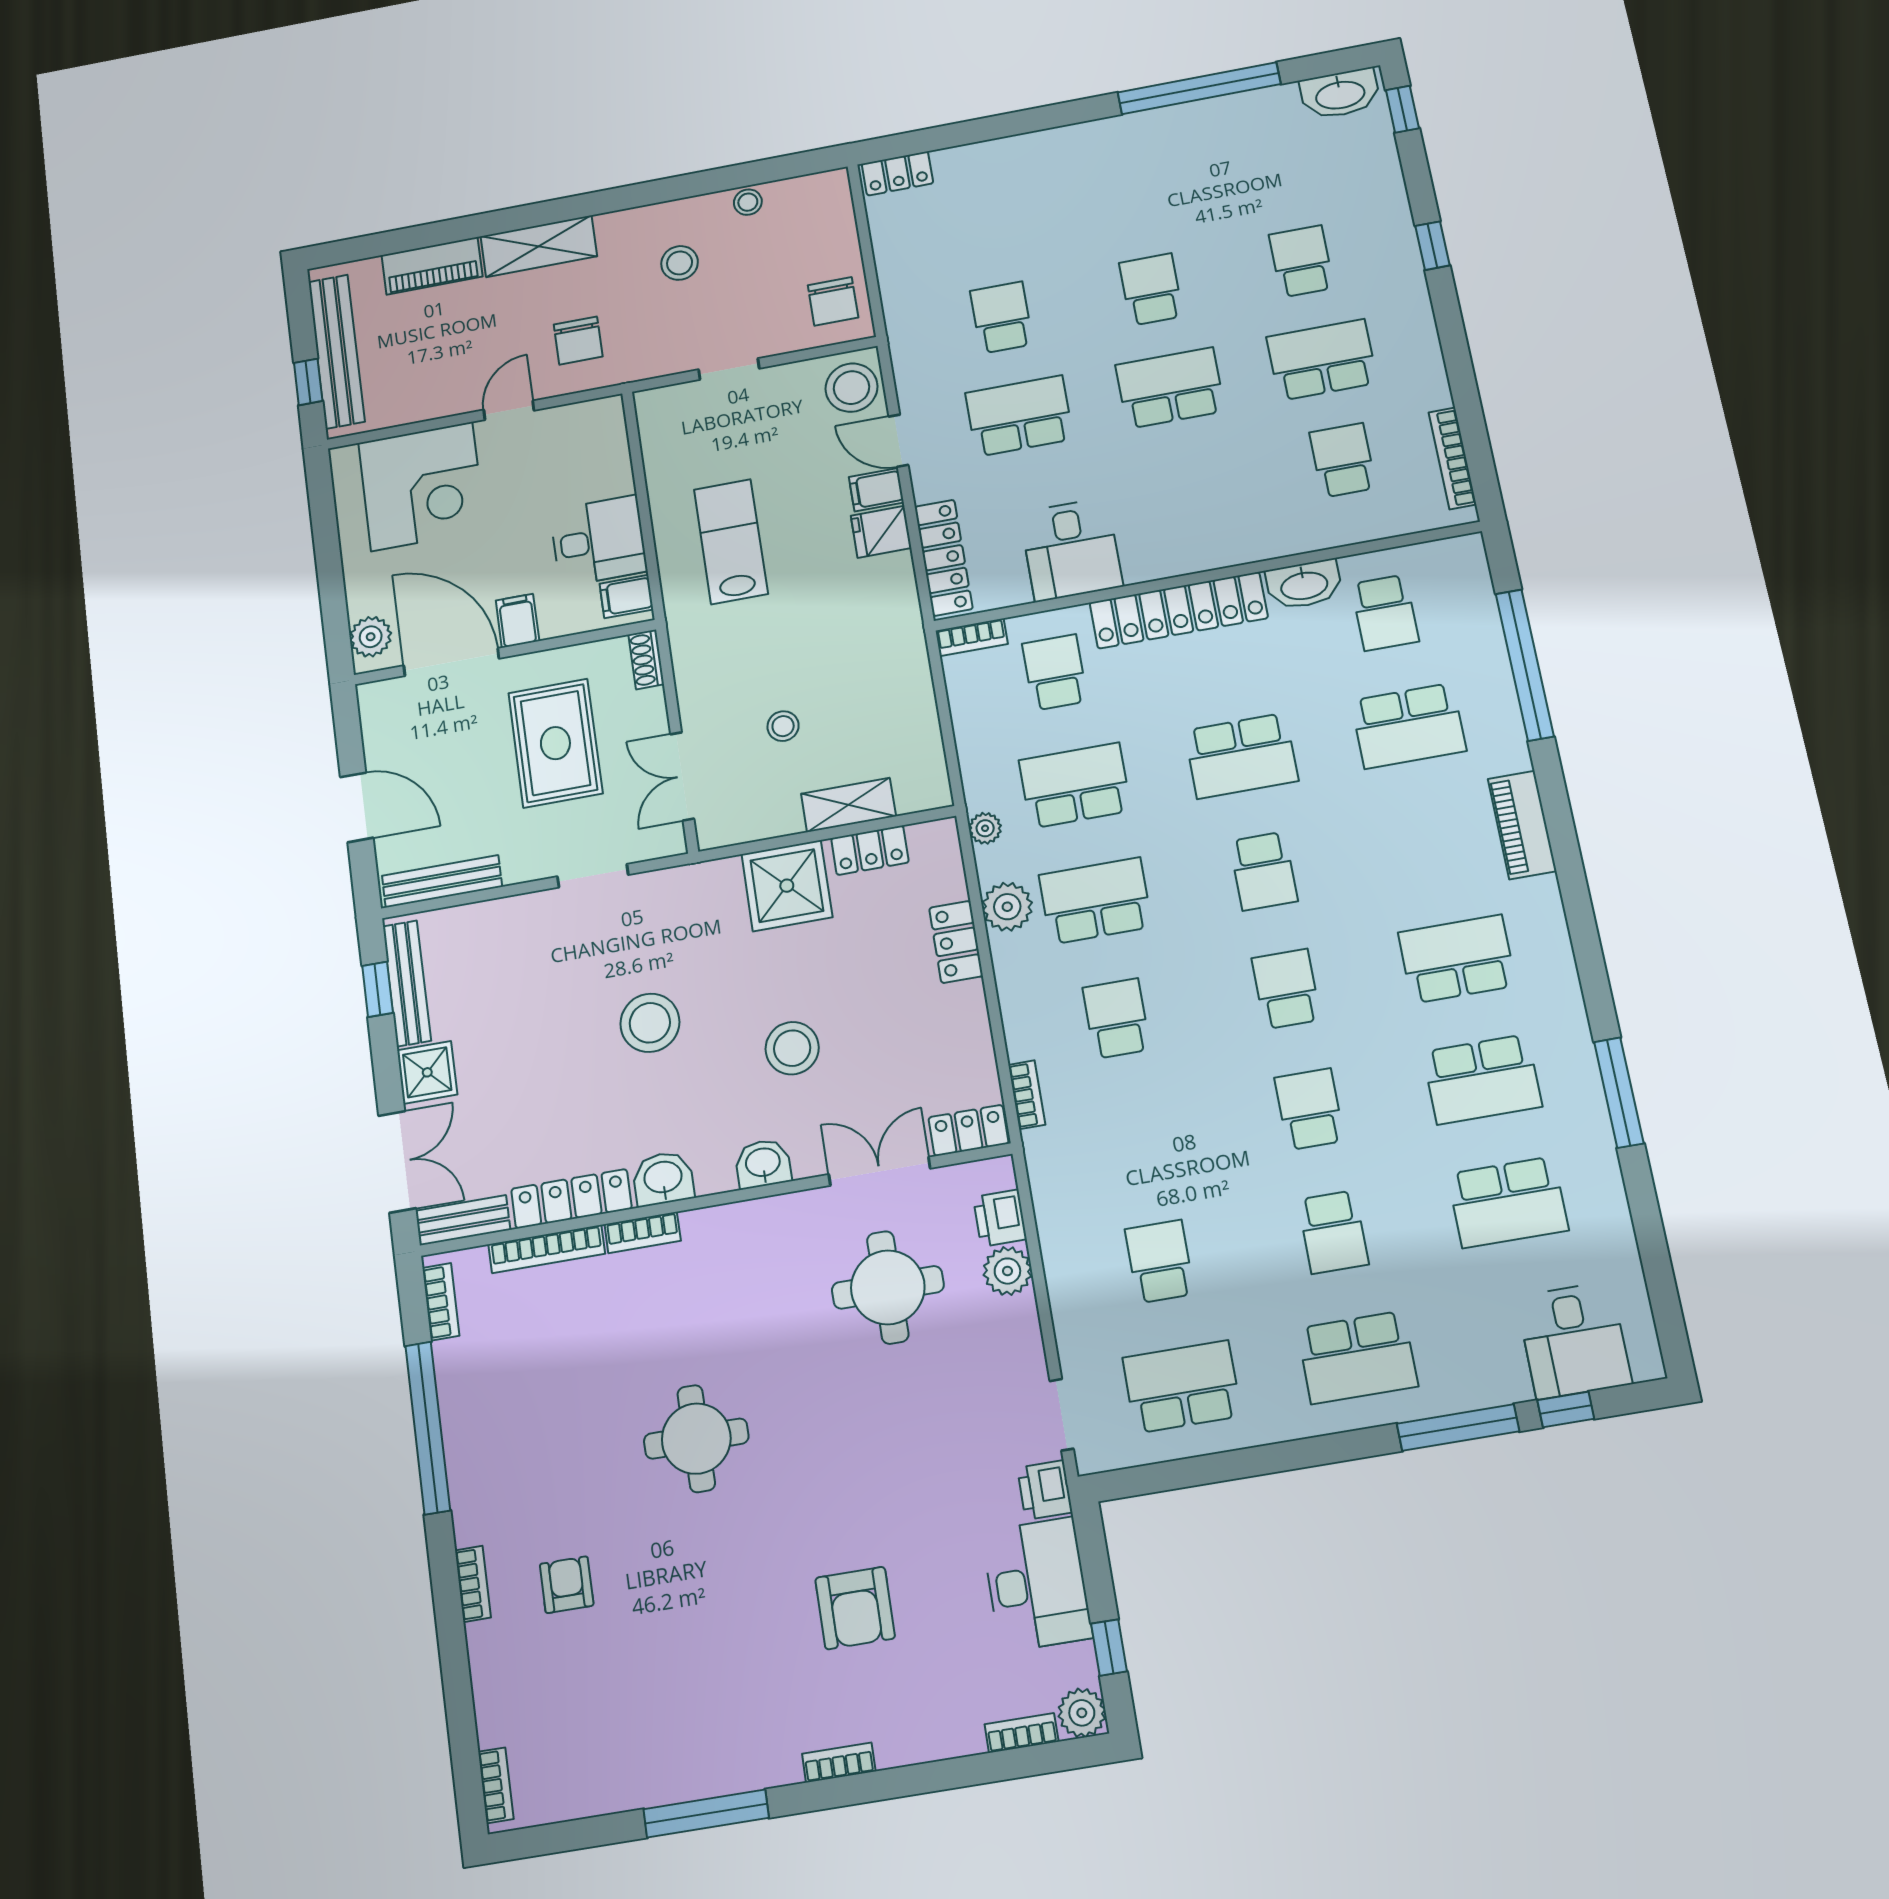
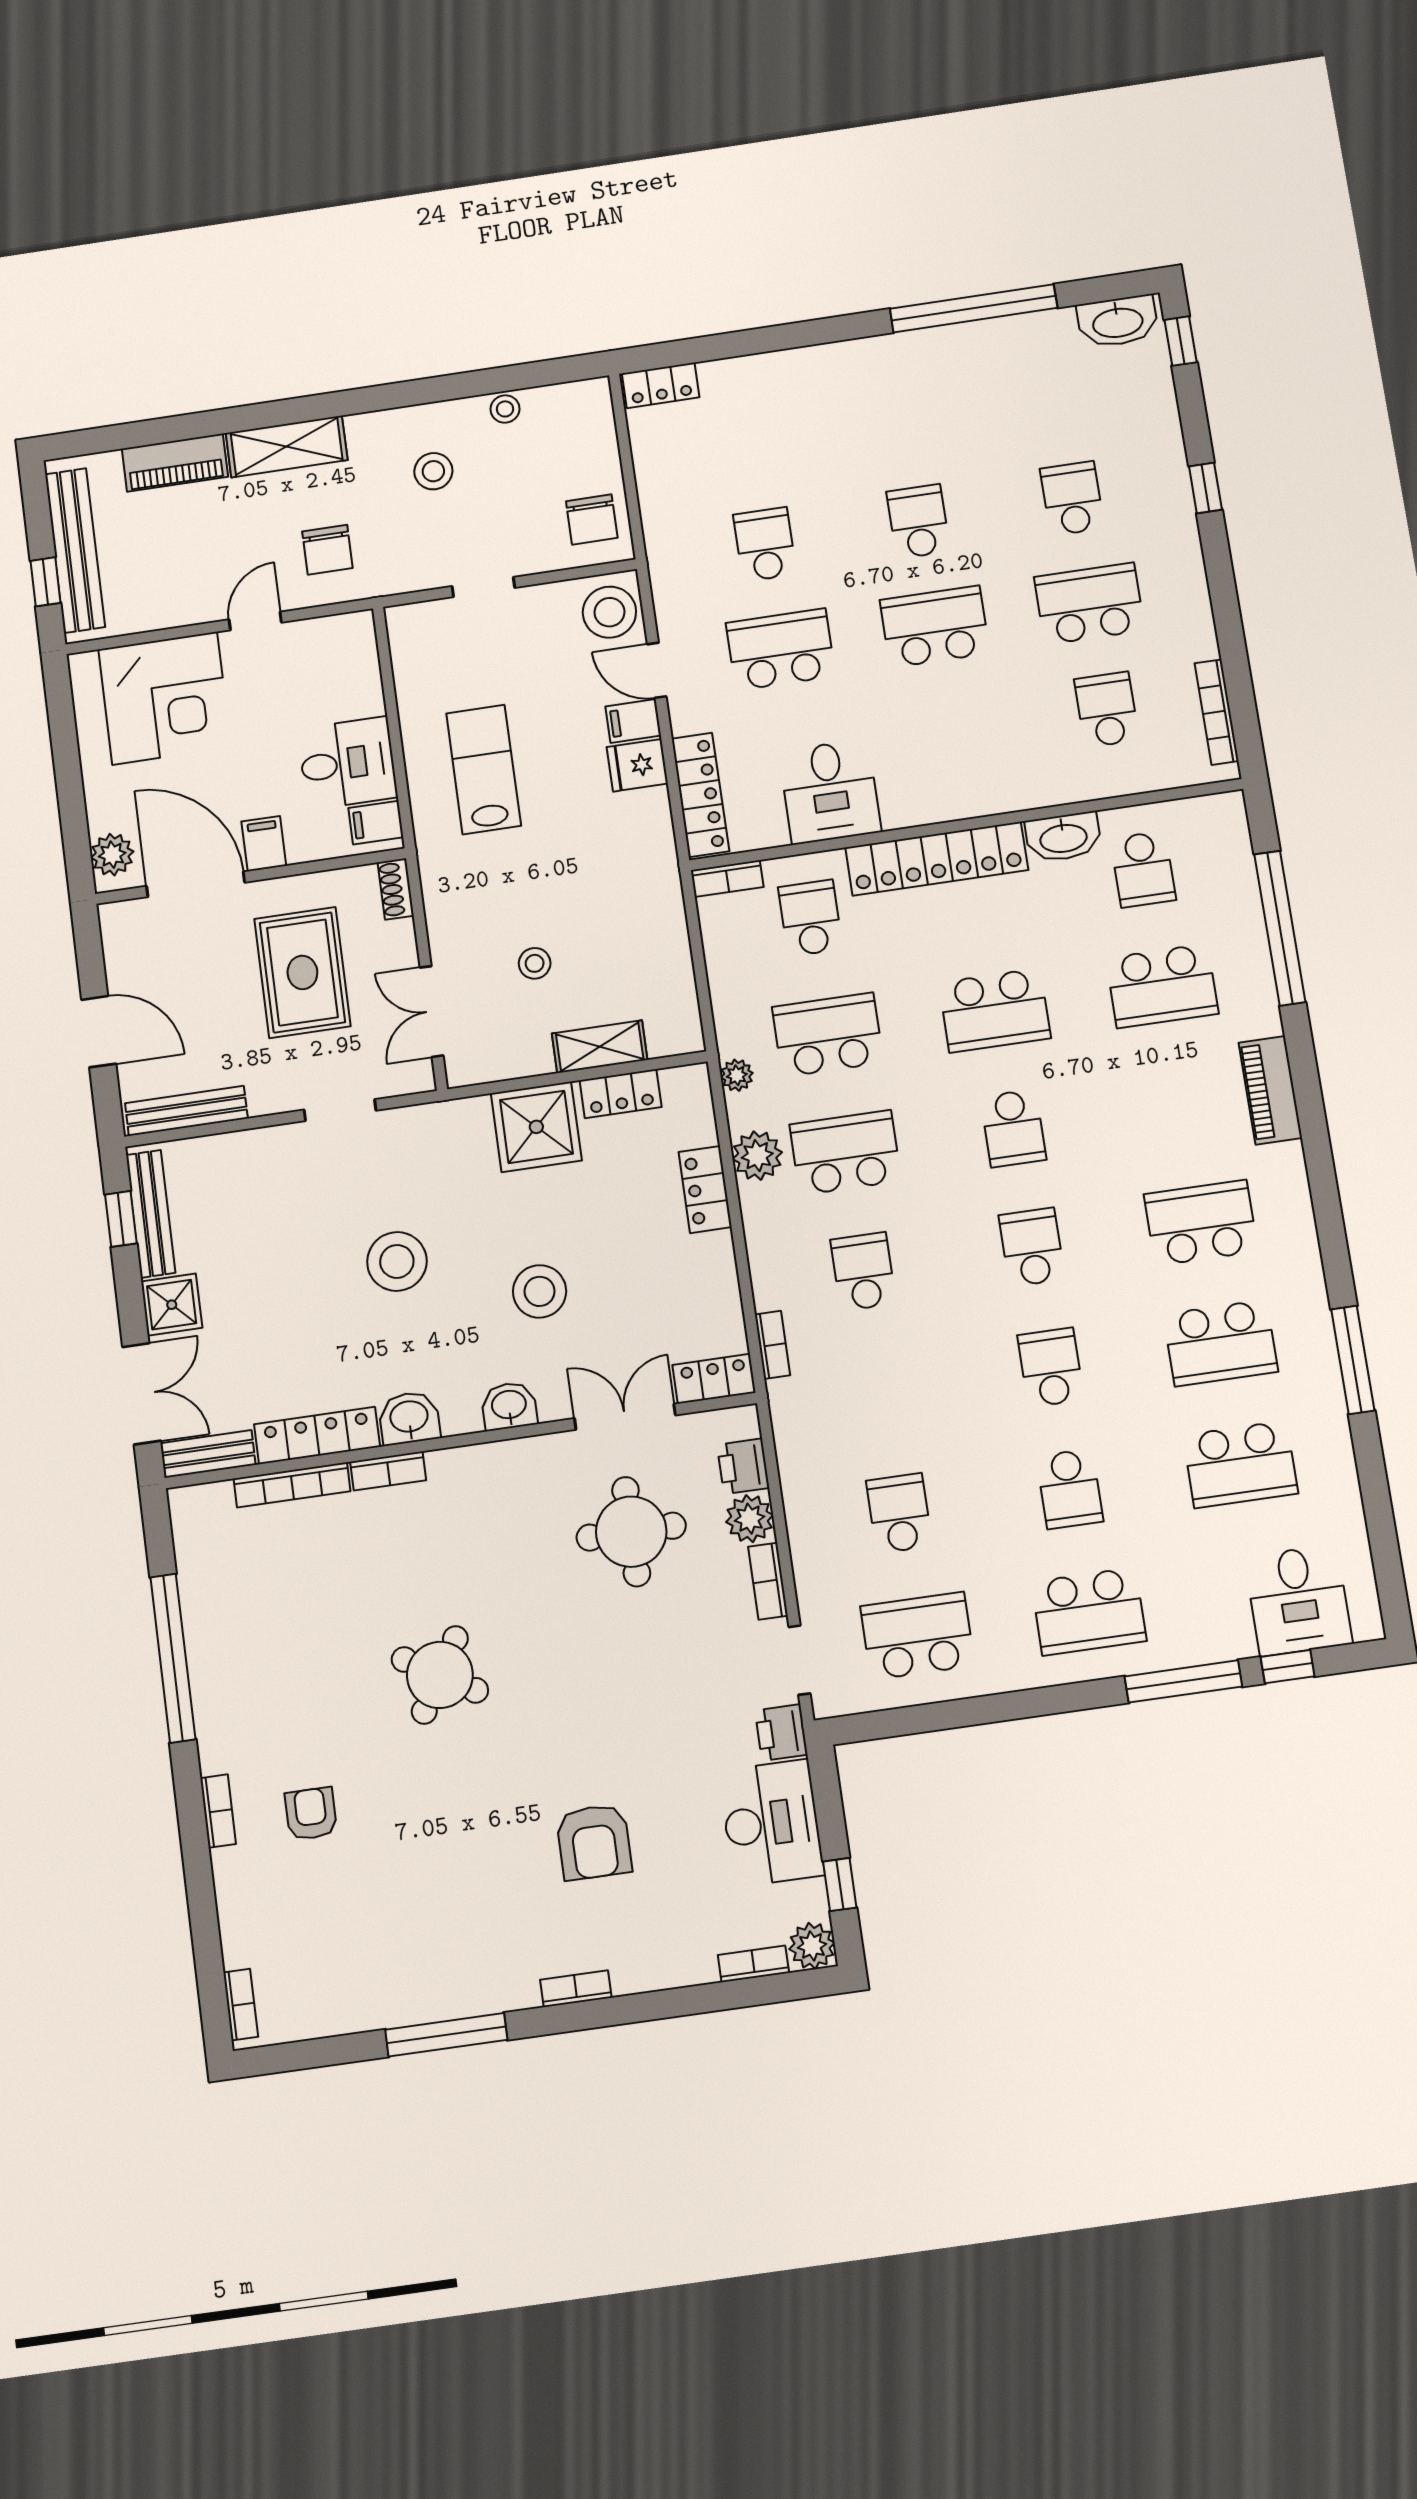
bookcase: (441, 1302) -> (768, 1581), moved, turned 180
round table: (696, 1439) -> (440, 1675), turned 31

